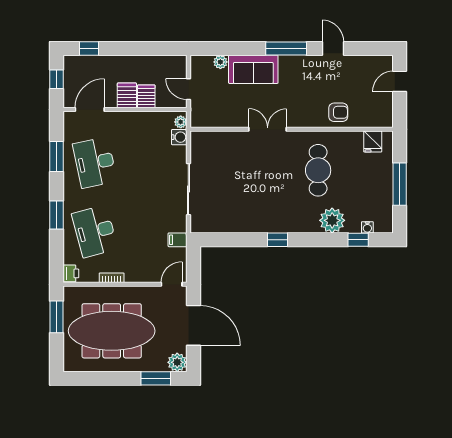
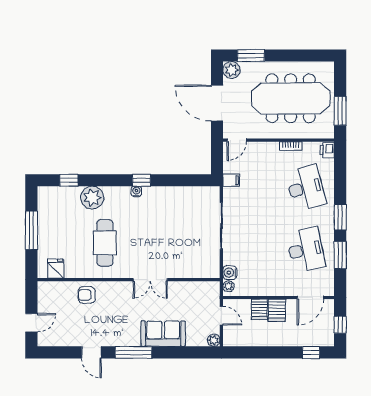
plant: (220, 62) -> (214, 340), moved
window: (57, 215) -> (340, 217), moved
water cooler: (367, 227) -> (136, 191), moved

